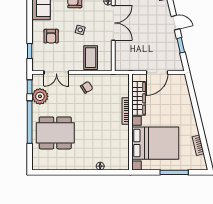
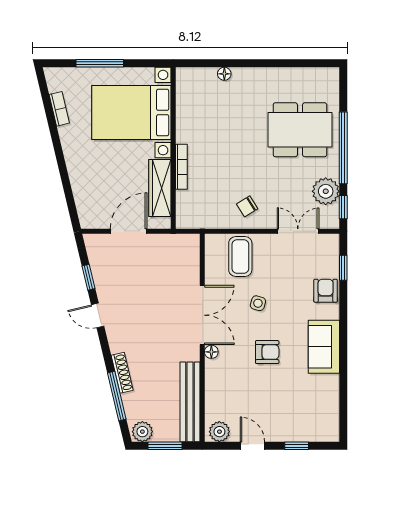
double door: (113, 23) -> (202, 315), swing flipped
armchair: (51, 36) -> (326, 291), moved

